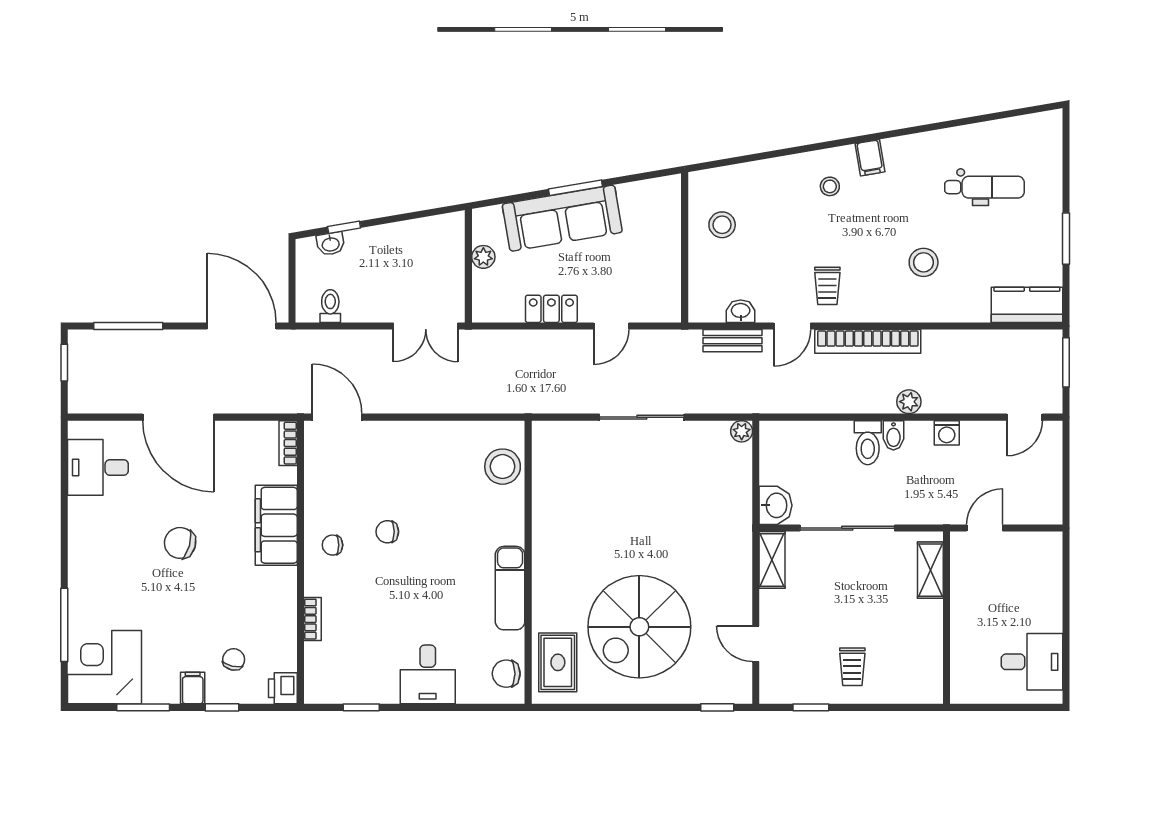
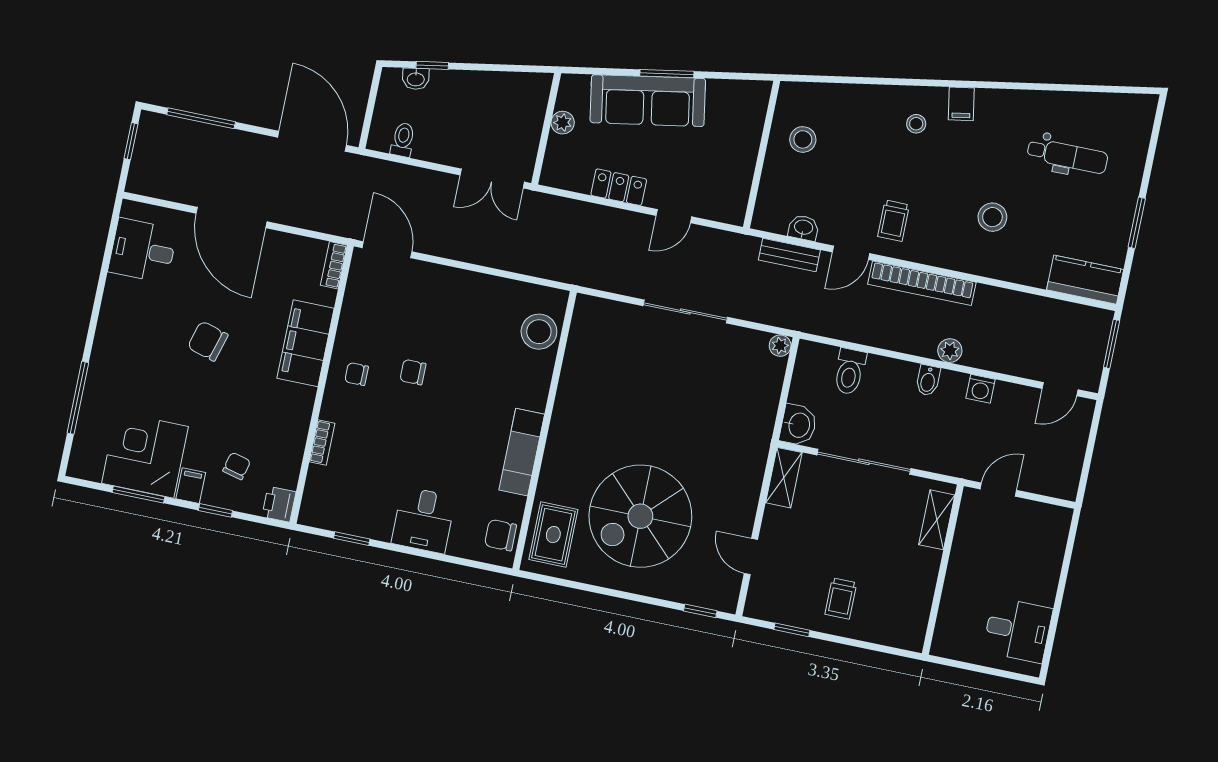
toilet: (868, 443) -> (850, 372), moved
corner desk: (105, 667) -> (145, 455), moved

